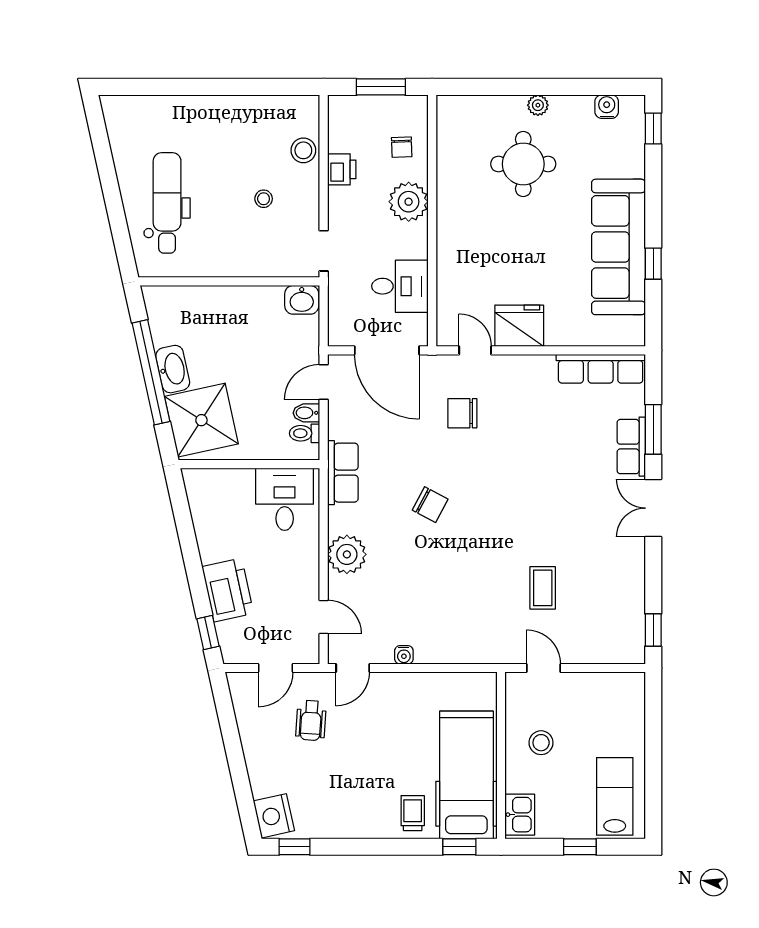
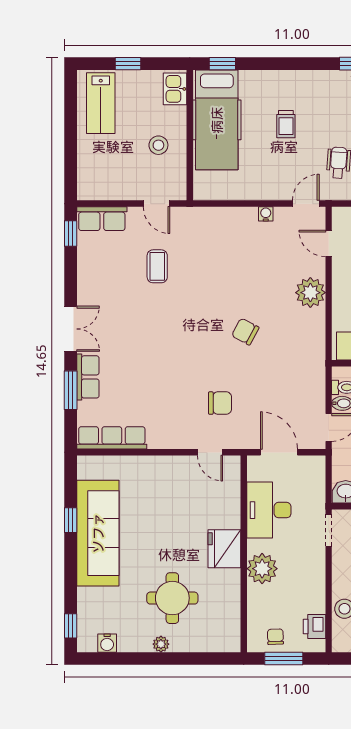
chair: (402, 147) -> (275, 637), moved
printer: (342, 169) -> (314, 627), moved
desk: (400, 286) -> (269, 510), width x1.37
fridge: (519, 326) -> (224, 549), moved, turned 90
door: (387, 350) -> (279, 452), width x0.73
row of seats: (343, 473) -> (102, 219), moved, turned -90
trolley: (413, 813) -> (286, 124), moved

